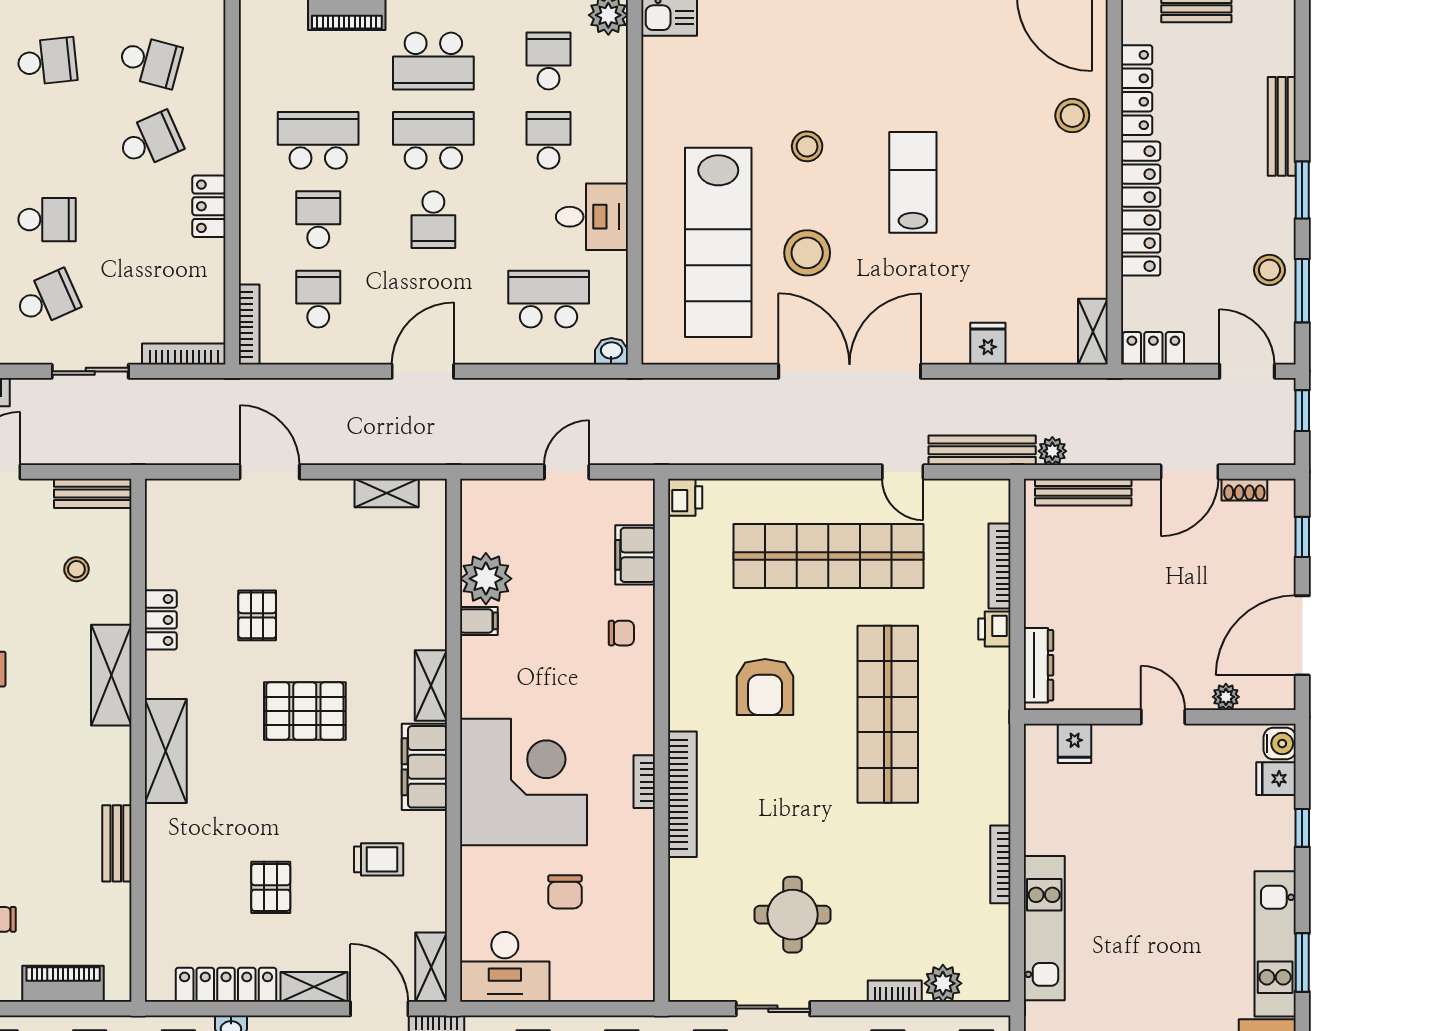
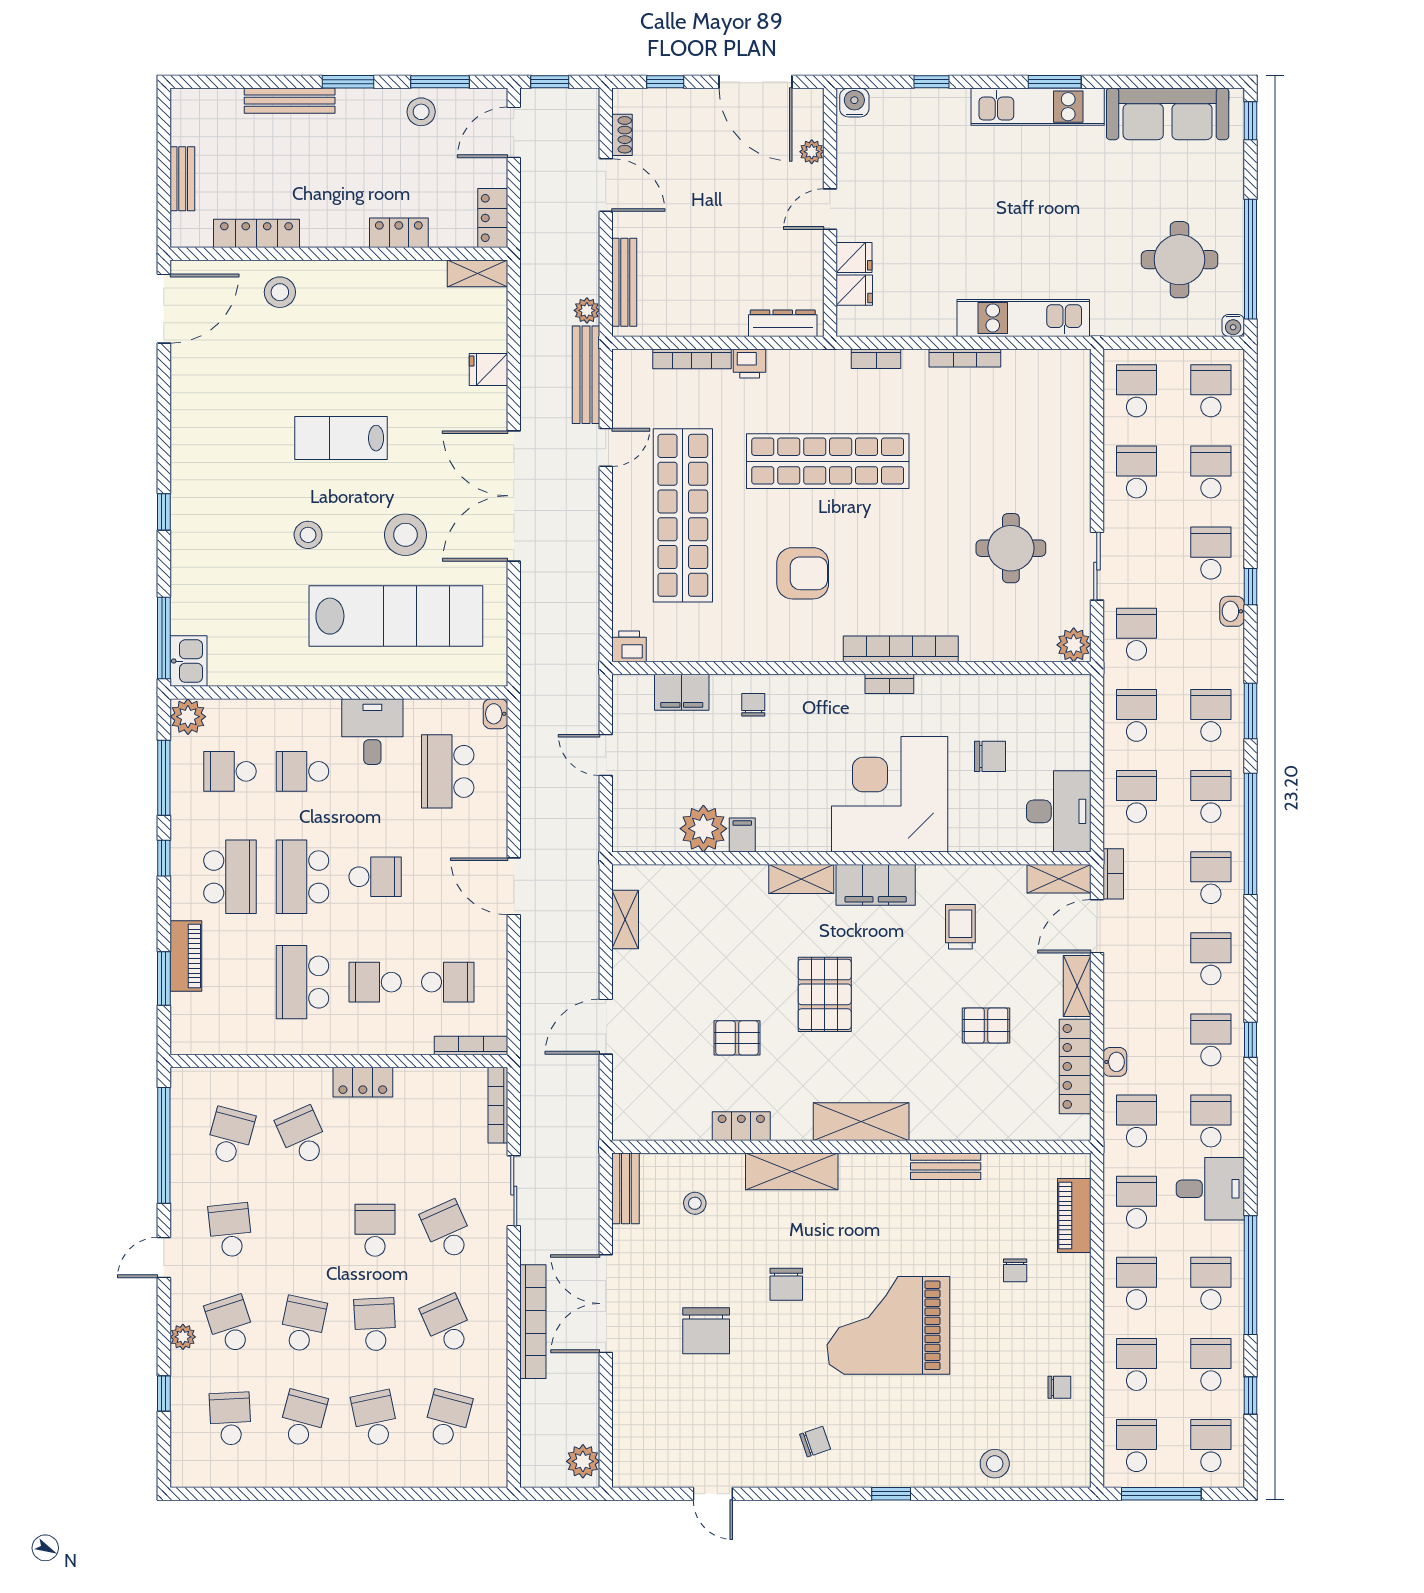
locker: (1141, 209) -> (399, 233), width x0.46, depth x0.83
school desk: (318, 299) -> (448, 982), turned 180
fridge: (1276, 779) -> (854, 257), moved, turned -90
plant: (943, 983) -> (1074, 645), moved
bookcase: (895, 991) -> (876, 359), moved, turned -90

